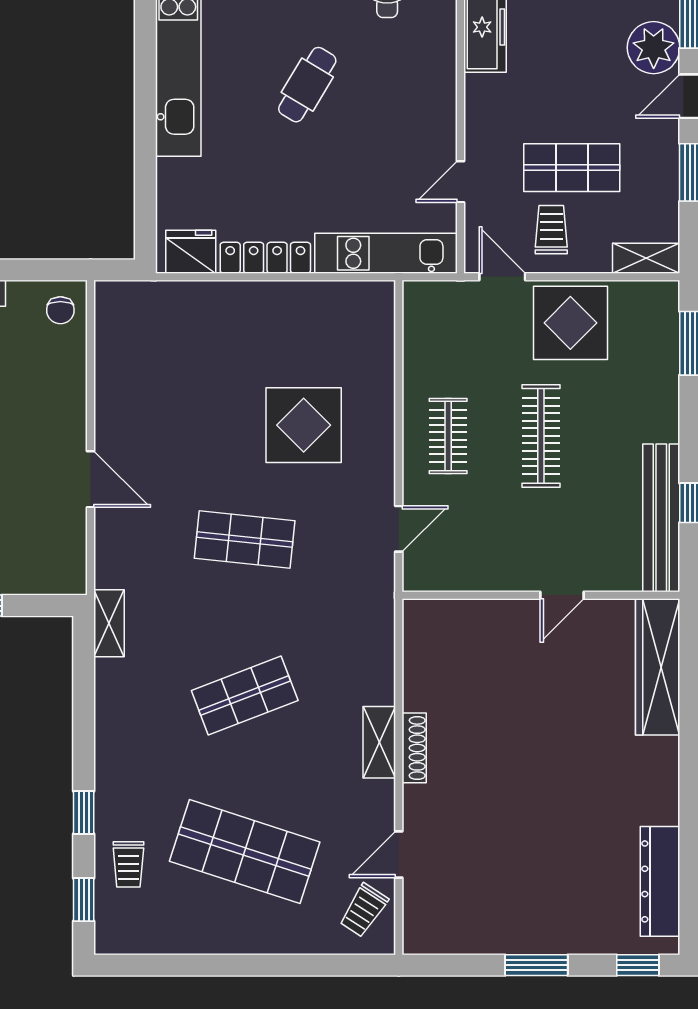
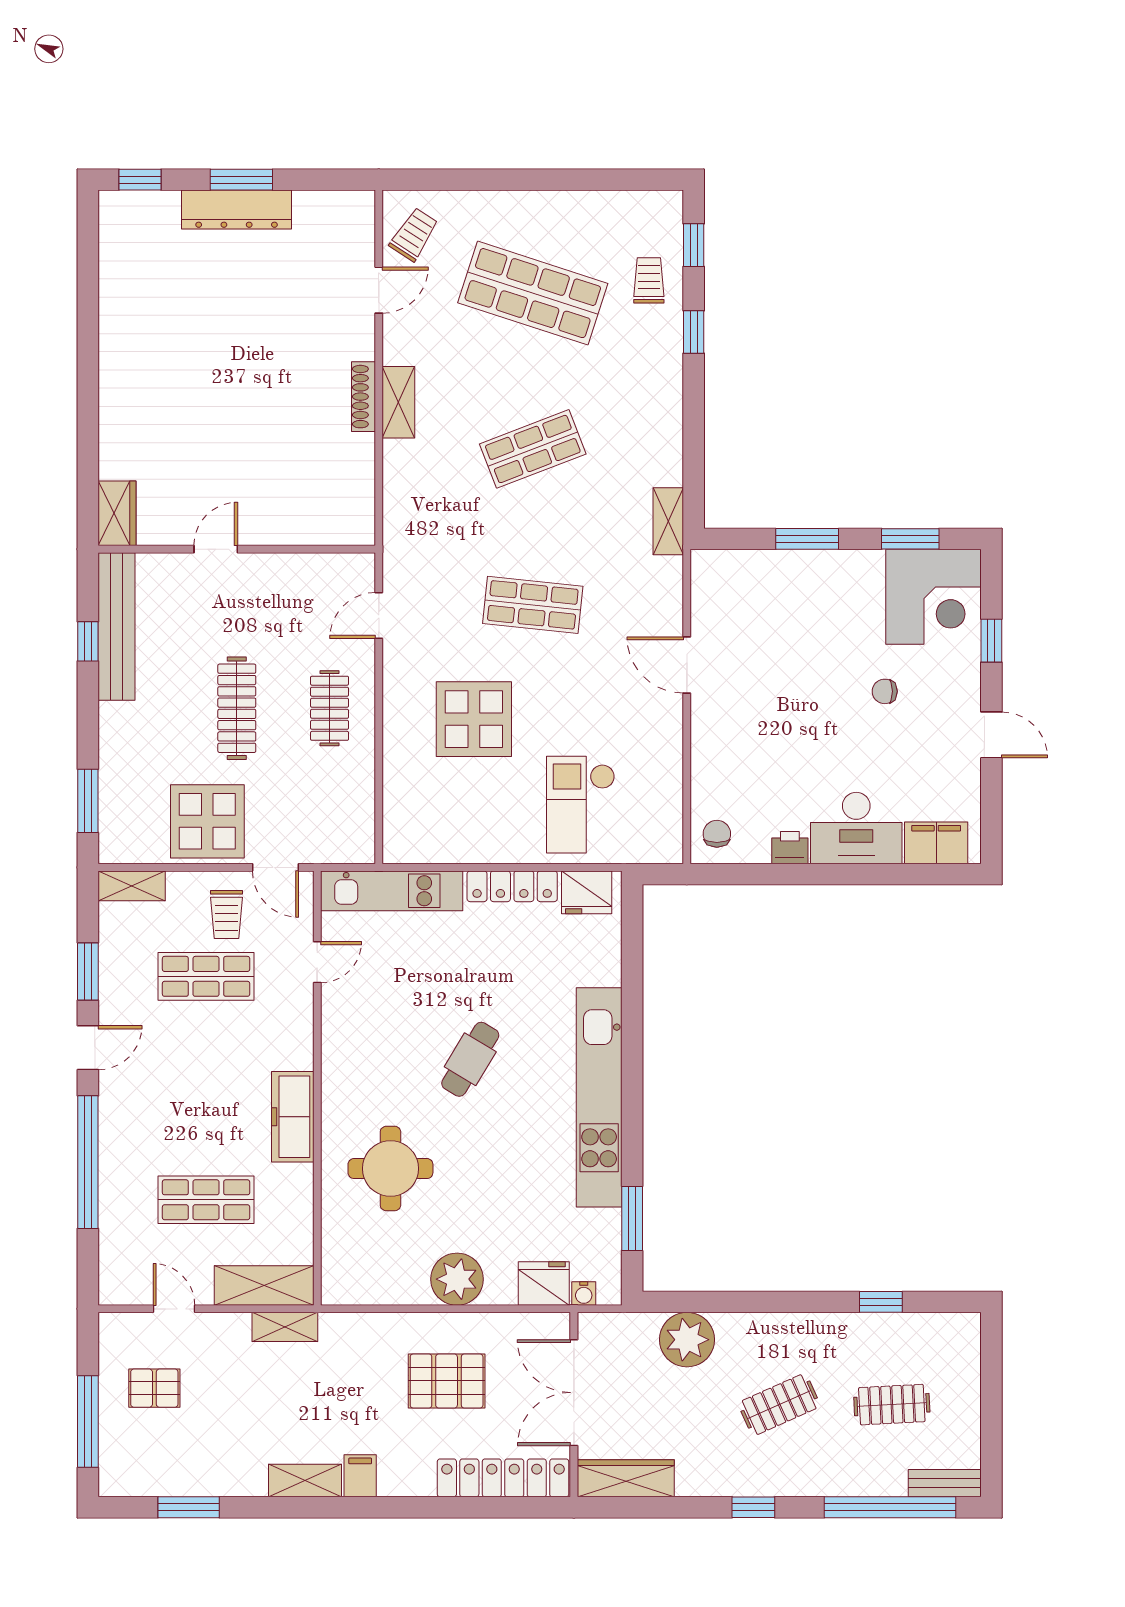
plant: (654, 48) -> (124, 1096), removed
checkout: (197, 339) -> (581, 805), added
wardrobe: (658, 667) -> (117, 513), width x0.48, depth x0.85
dresser: (660, 881) -> (237, 209), moved, turned 90

